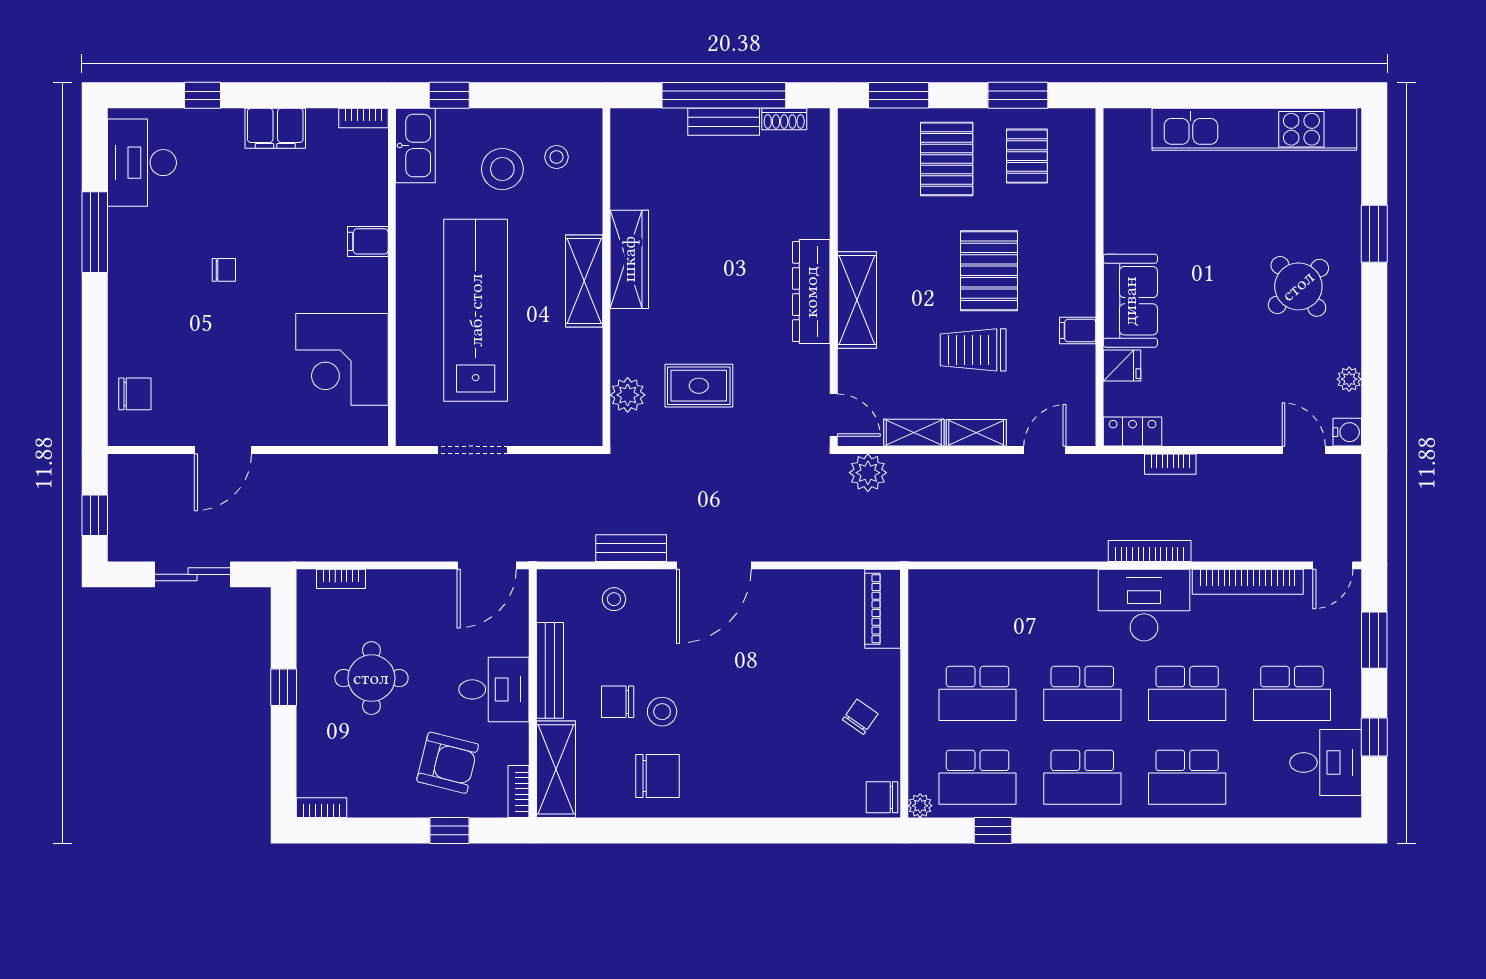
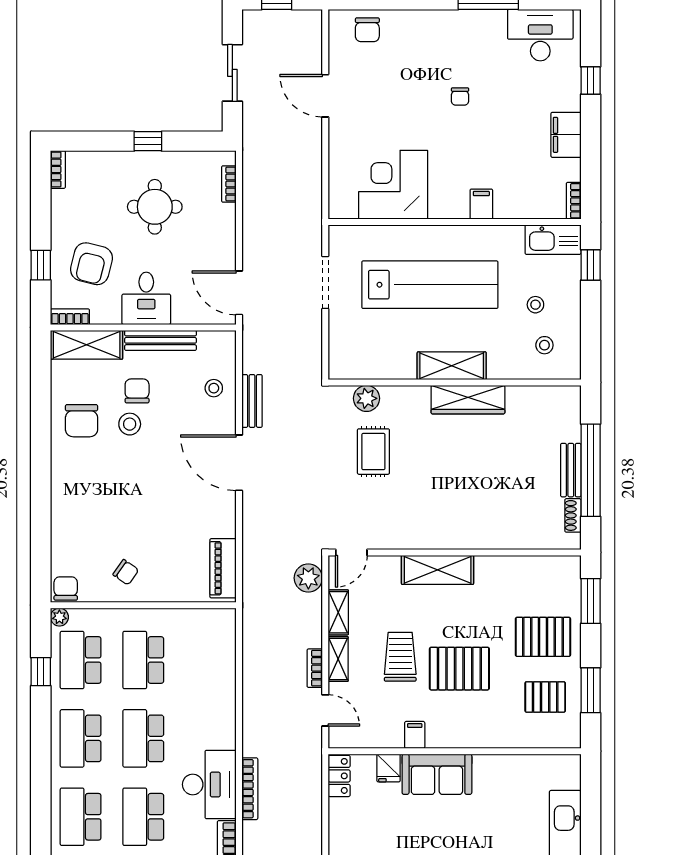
stool: (502, 169) -> (535, 305), width x0.53, depth x0.53
dresser: (811, 292) -> (444, 536), removed
bookcase: (1170, 464) -> (315, 668), moved
piano: (883, 609) -> (223, 568), moved, turned -90

